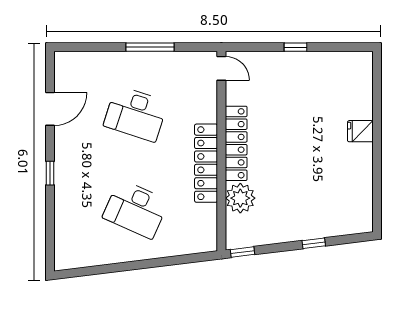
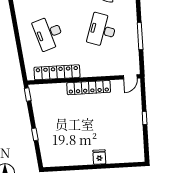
locker: (206, 163) -> (57, 72), moved
plant: (240, 198) -> (58, 92), removed
desk: (136, 209) -> (48, 33), turned -42

